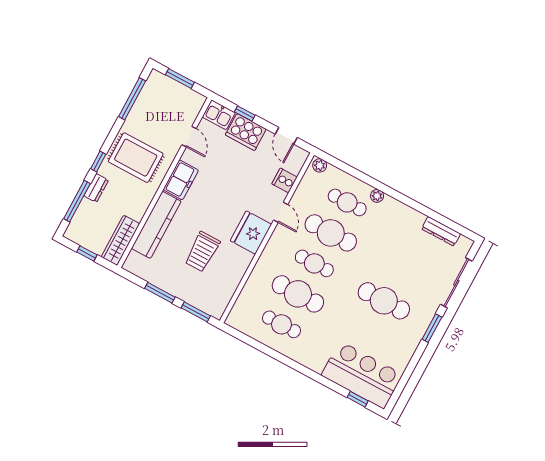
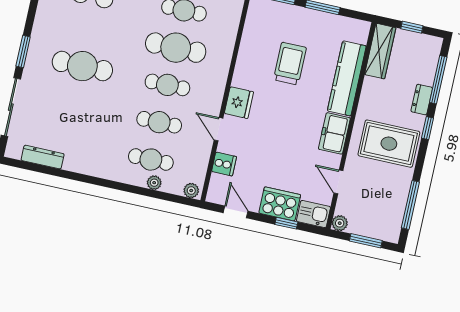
plant: (198, 100) -> (340, 223), added
plant: (377, 196) -> (154, 183), moved
fridge: (251, 233) -> (239, 103), width x0.73, depth x0.75
cafe table: (331, 233) -> (159, 122), width x0.73, depth x0.74

